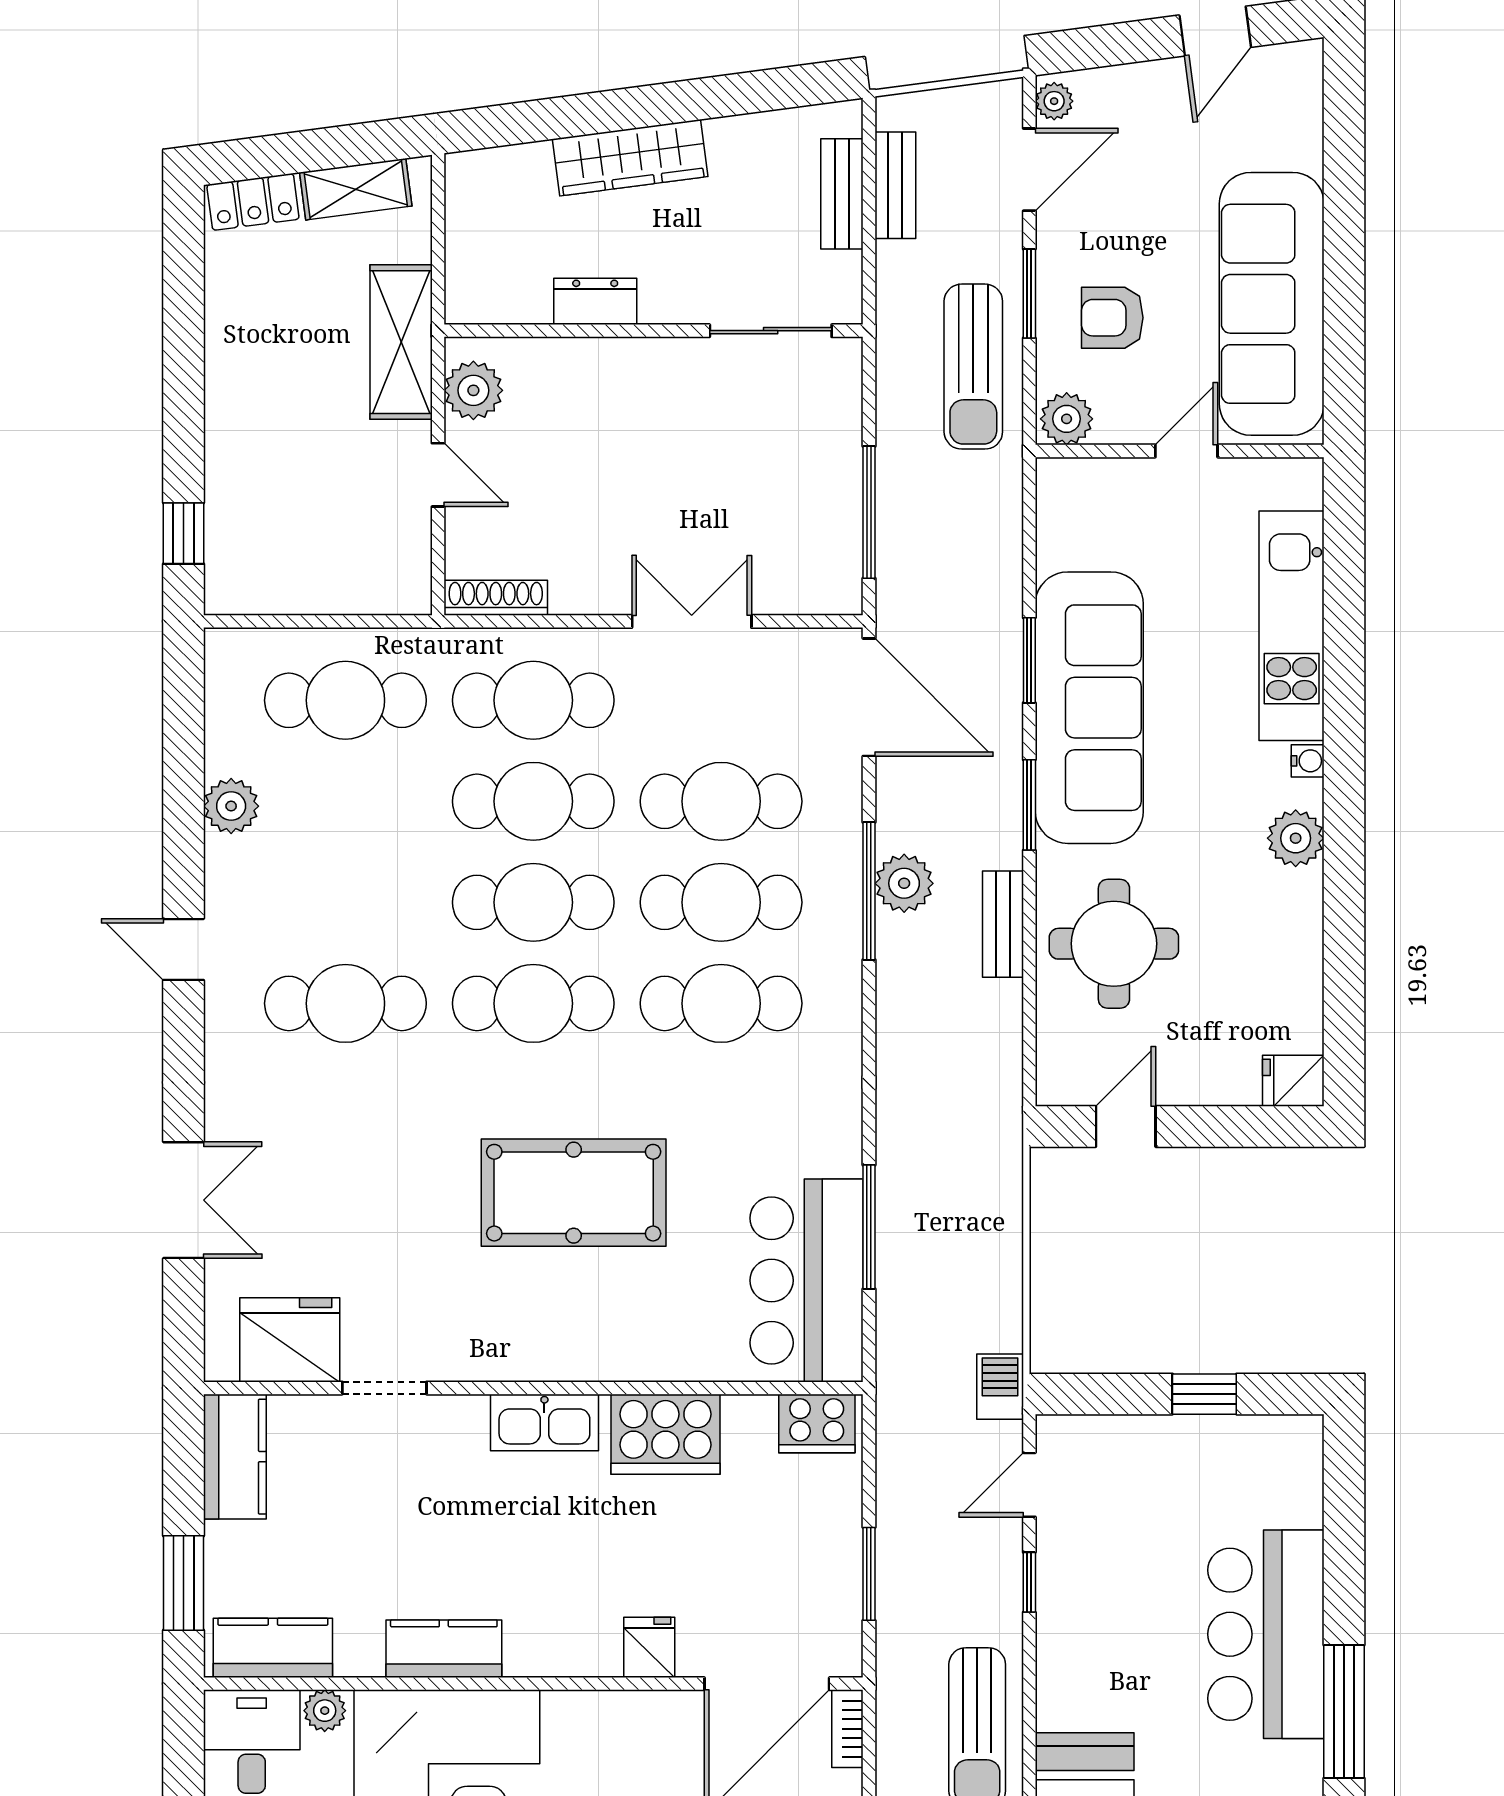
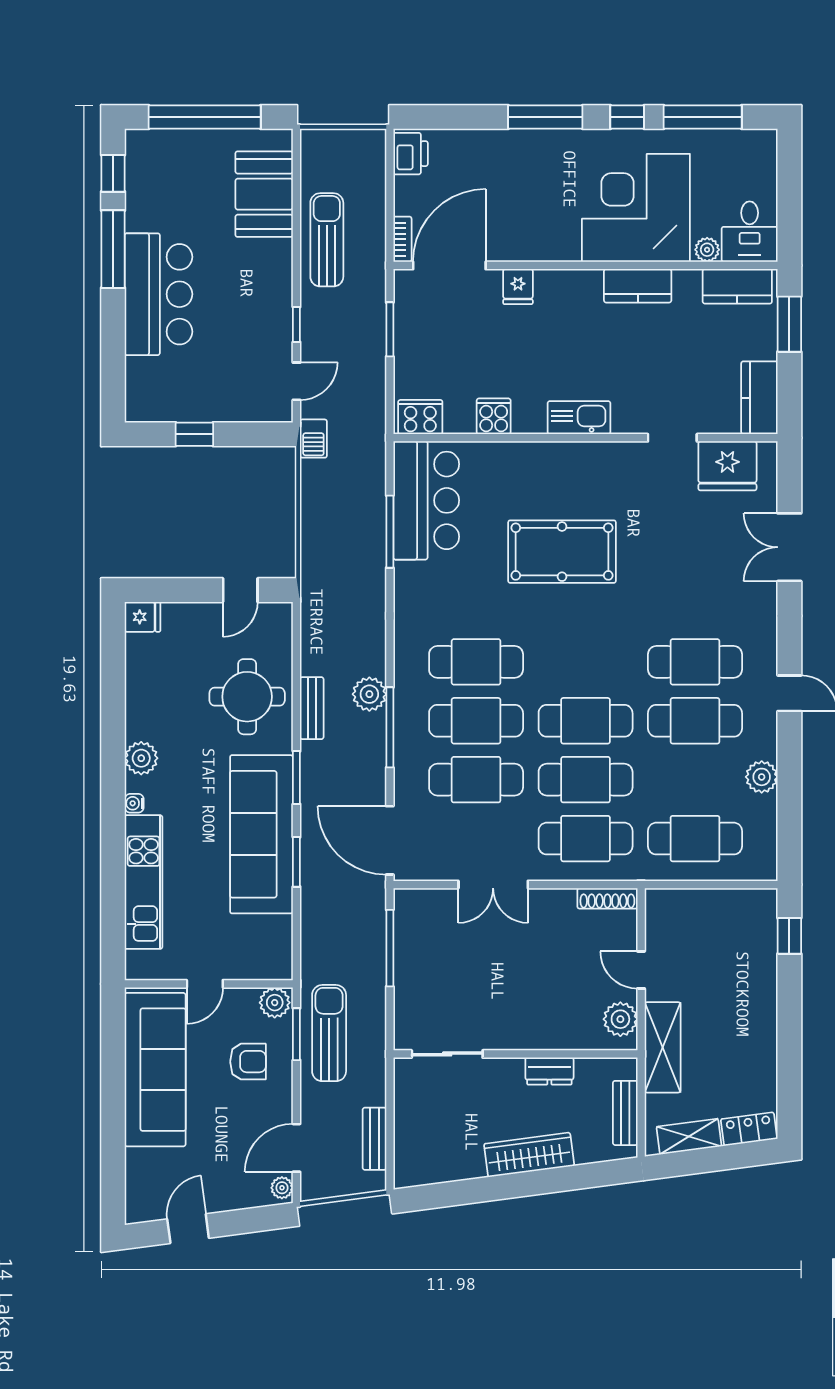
bench: (842, 194) -> (625, 1113), moved
window: (1029, 294) -> (296, 1034), moved
plant: (904, 883) -> (369, 694), moved
cafe table: (533, 1003) -> (695, 721), moved
cooker: (665, 1434) -> (494, 416), width x0.53, depth x0.76

